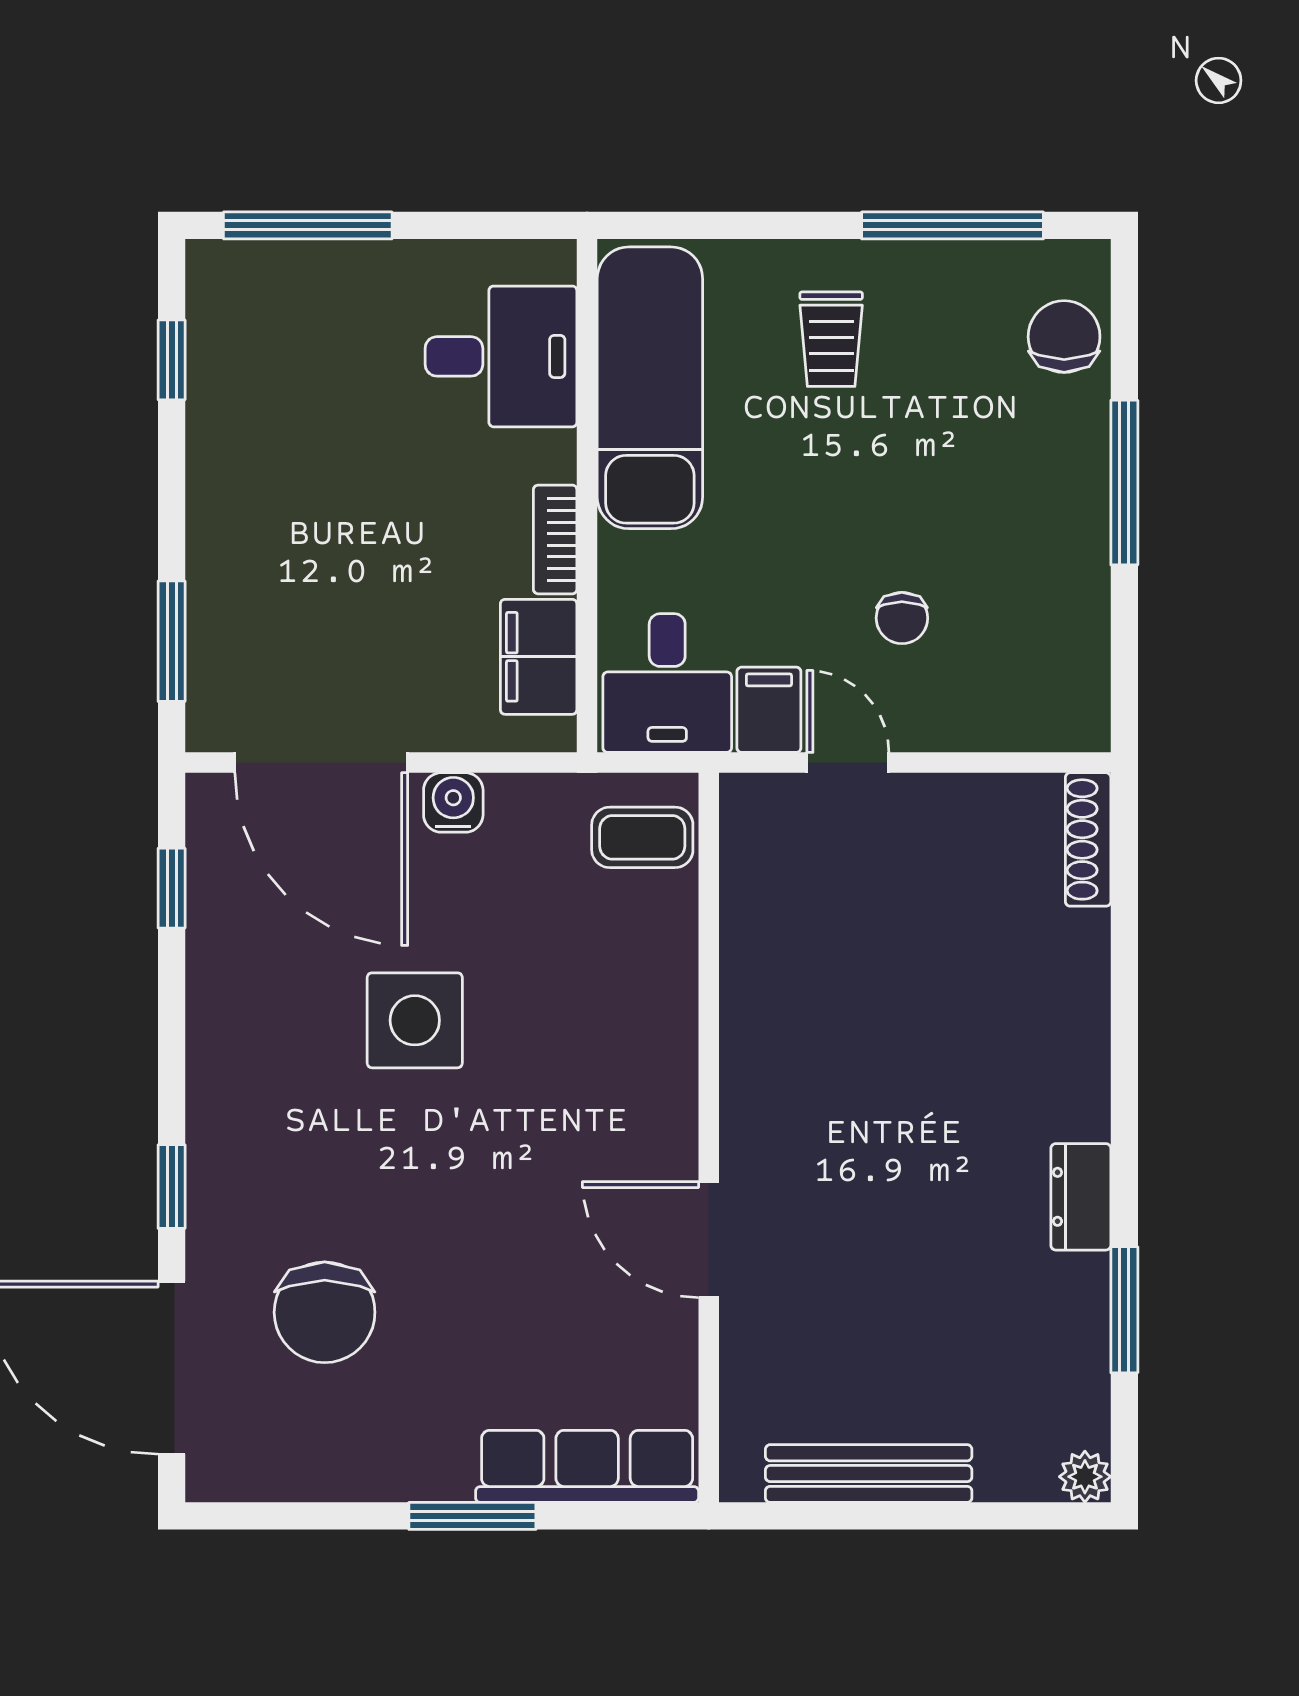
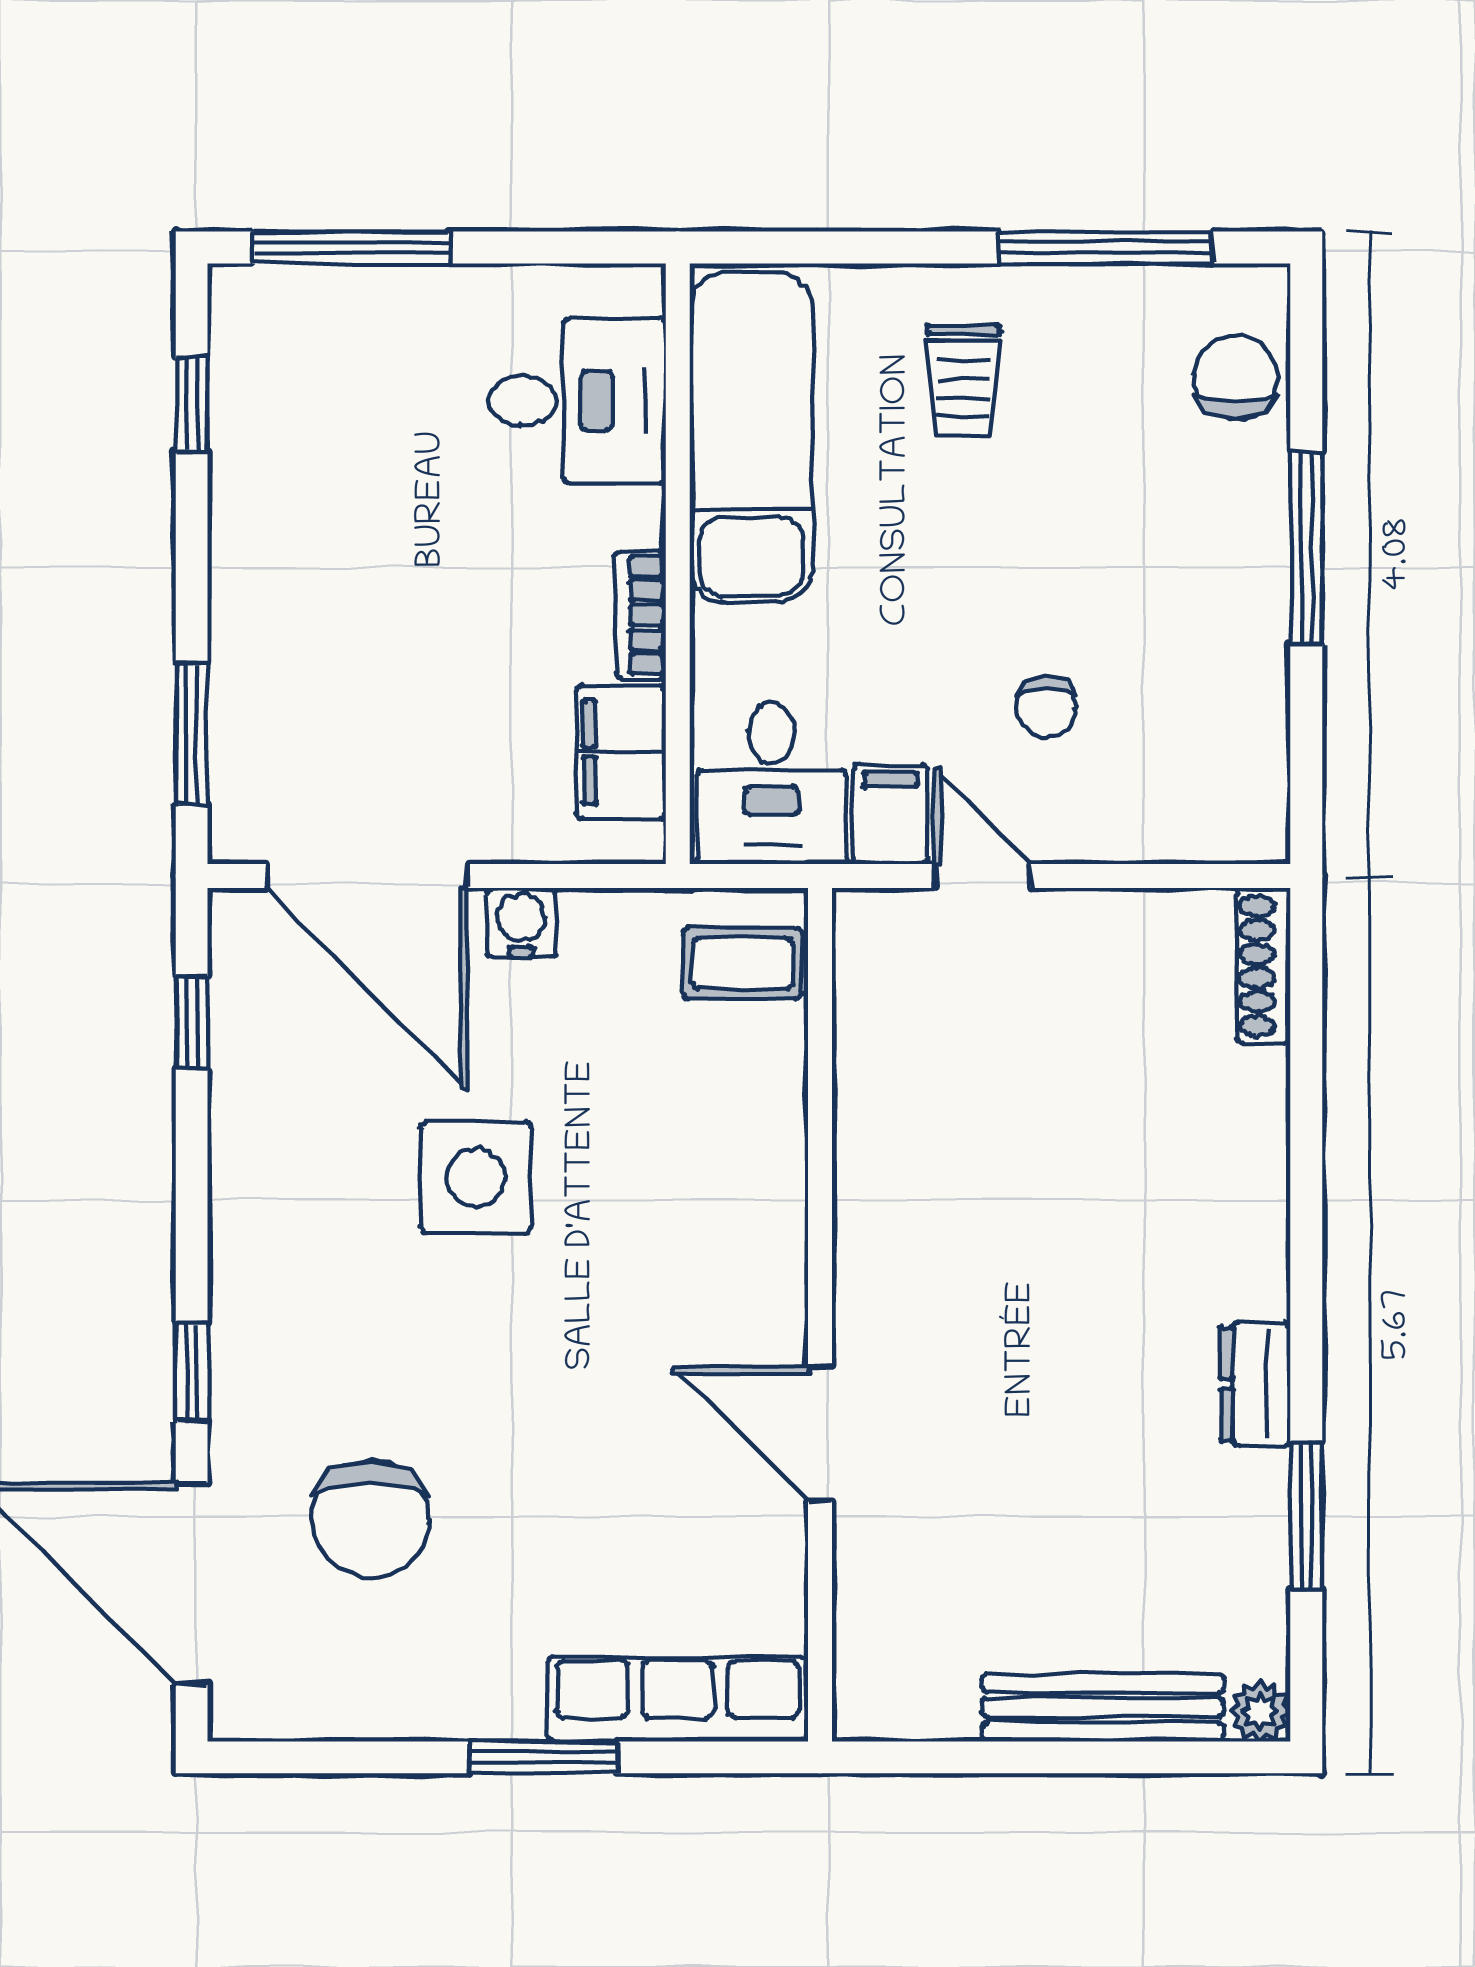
bench: (869, 1474) -> (1103, 1708), moved

